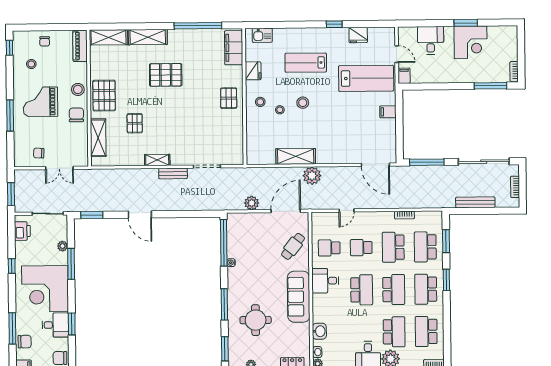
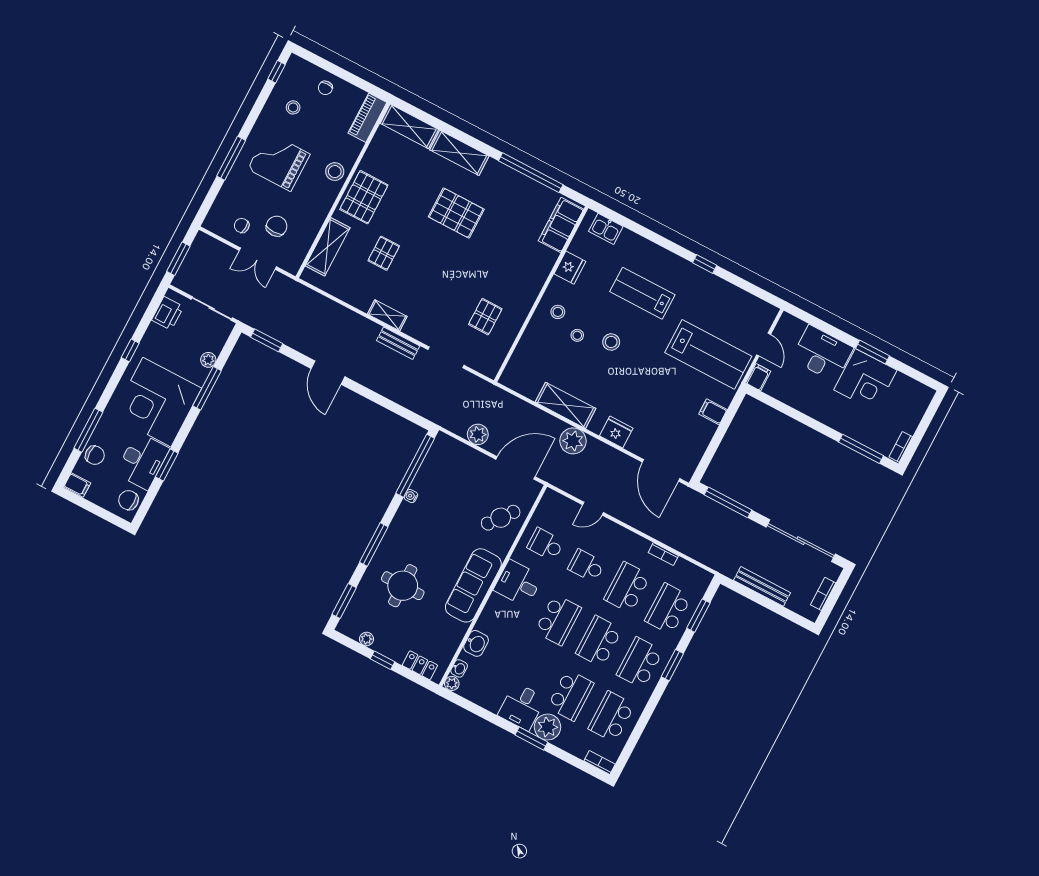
fridge: (358, 35) -> (616, 432), moved, turned 180
desk: (431, 40) -> (822, 353), width x1.37
pallet: (229, 98) -> (485, 317), moved
chair: (76, 115) -> (277, 226), moved
school desk: (394, 290) -> (599, 641), turned 180
desk: (55, 325) -> (142, 461), width x1.37

